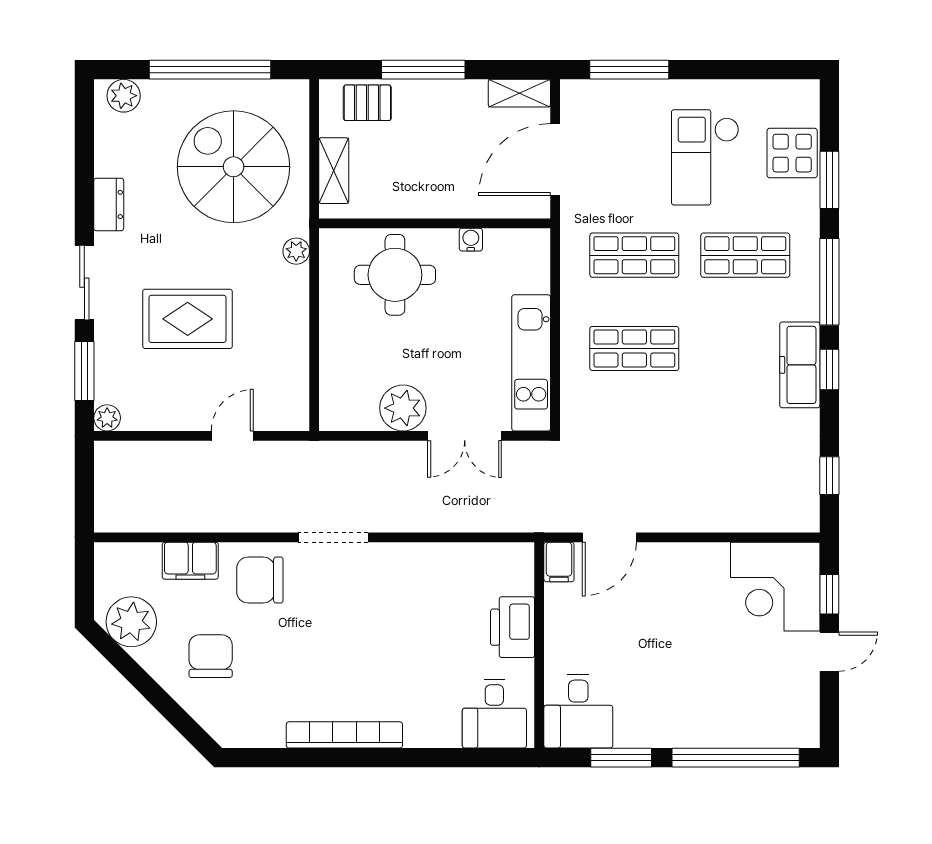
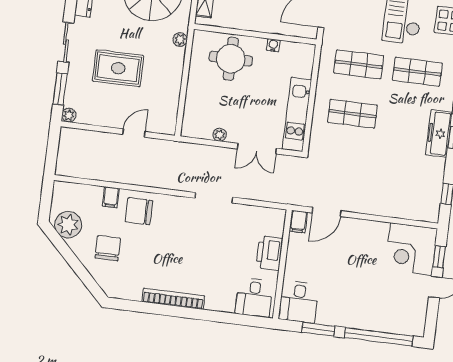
plant: (403, 408) -> (220, 135), width x0.53, depth x0.53
doorway: (333, 537) -> (214, 198), moved
filing cabinet: (190, 561) -> (111, 197), width x0.50

